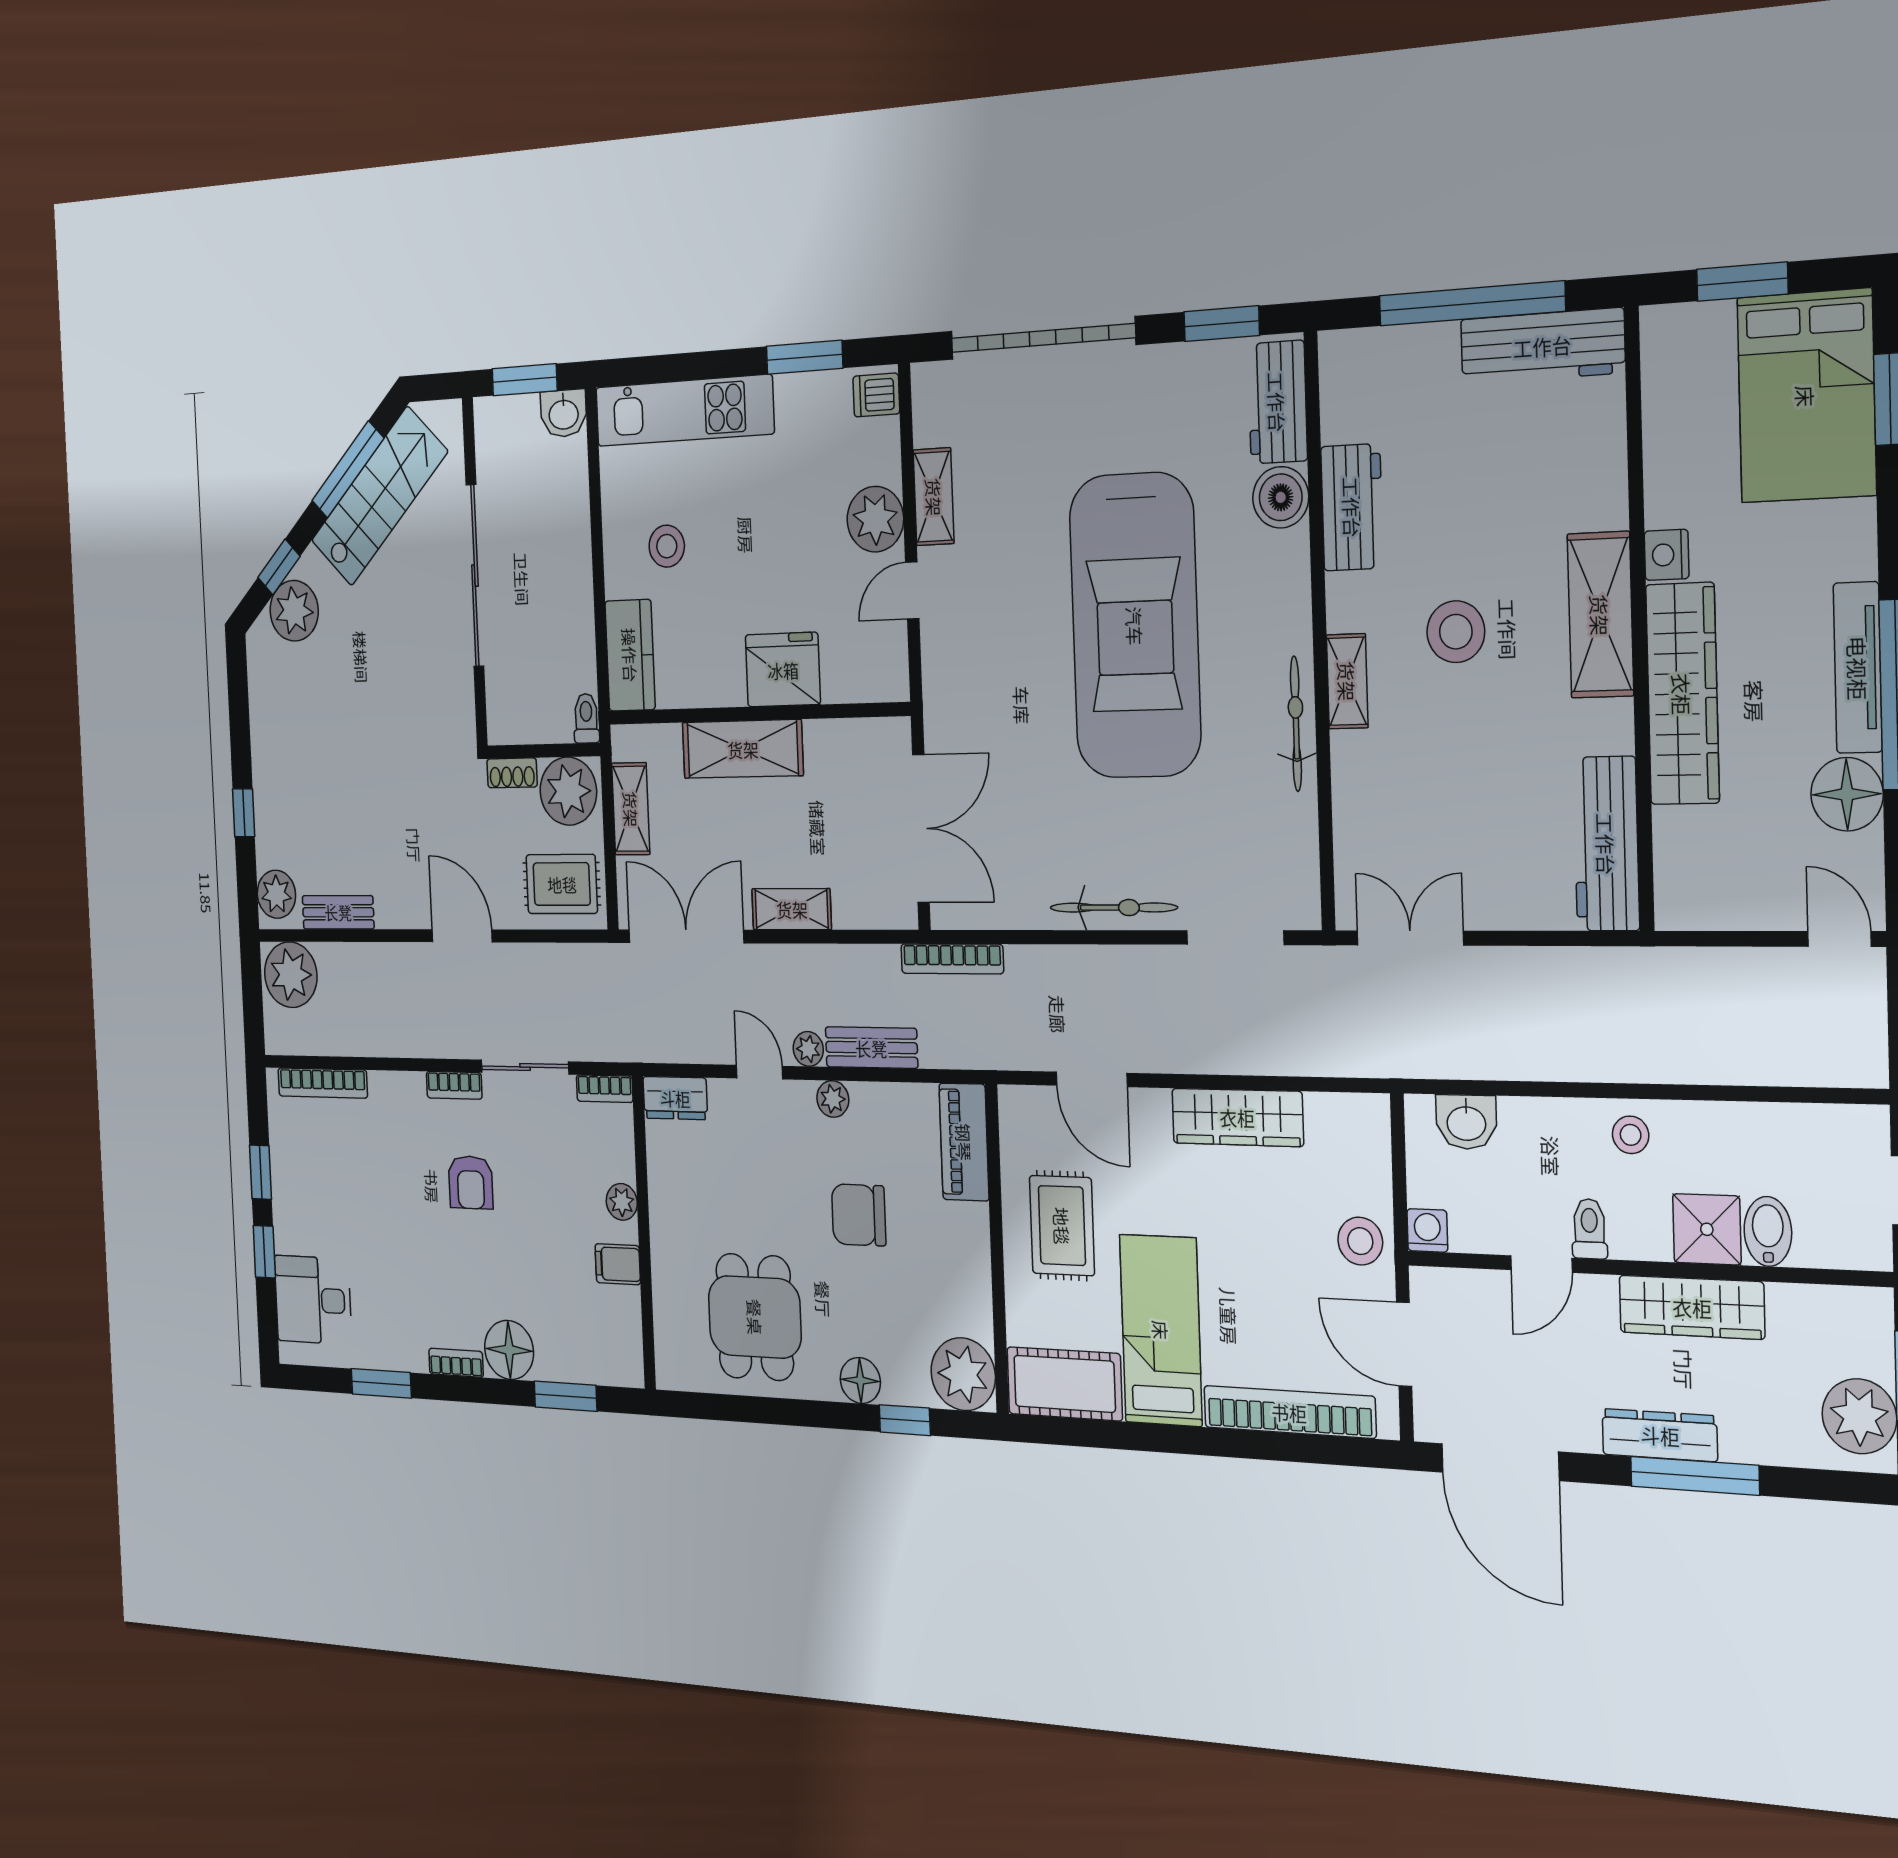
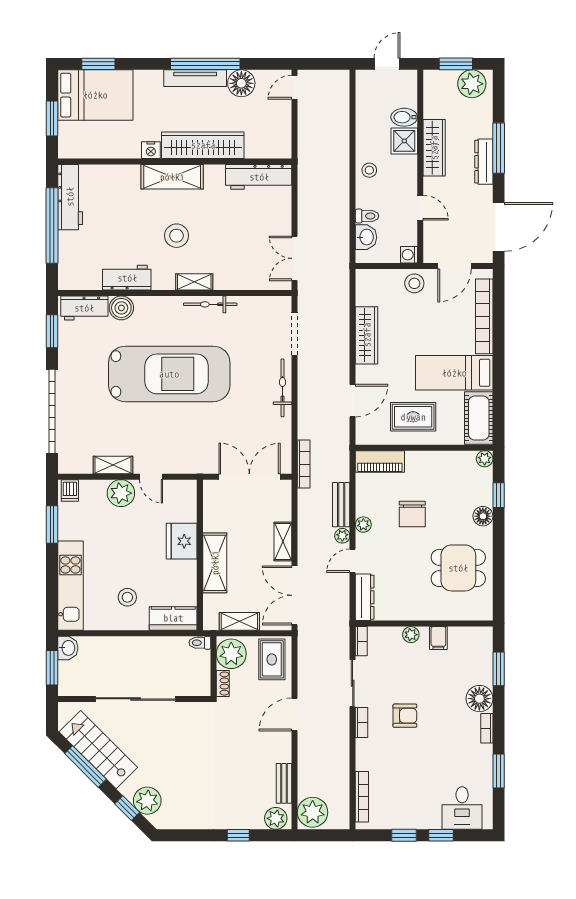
dresser: (675, 1098) -> (365, 597), width x1.44
toilet: (1589, 1229) -> (367, 216), moved, turned 180
plant: (963, 1374) -> (485, 459), width x0.53, depth x0.53

